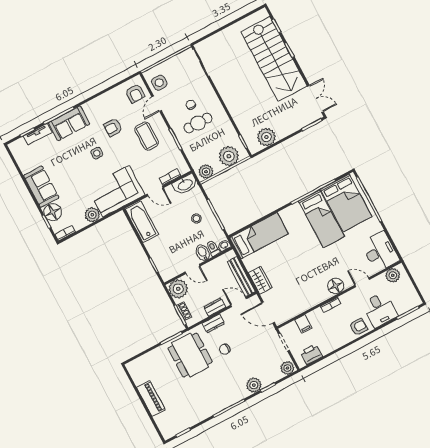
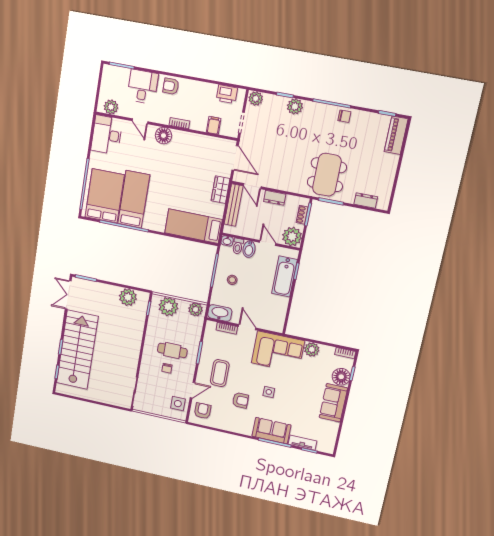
bathtub: (142, 222) -> (285, 276), moved
dresser: (213, 323) -> (366, 201), moved
chair: (225, 349) -> (344, 116), moved
piano: (151, 399) -> (396, 135), moved

